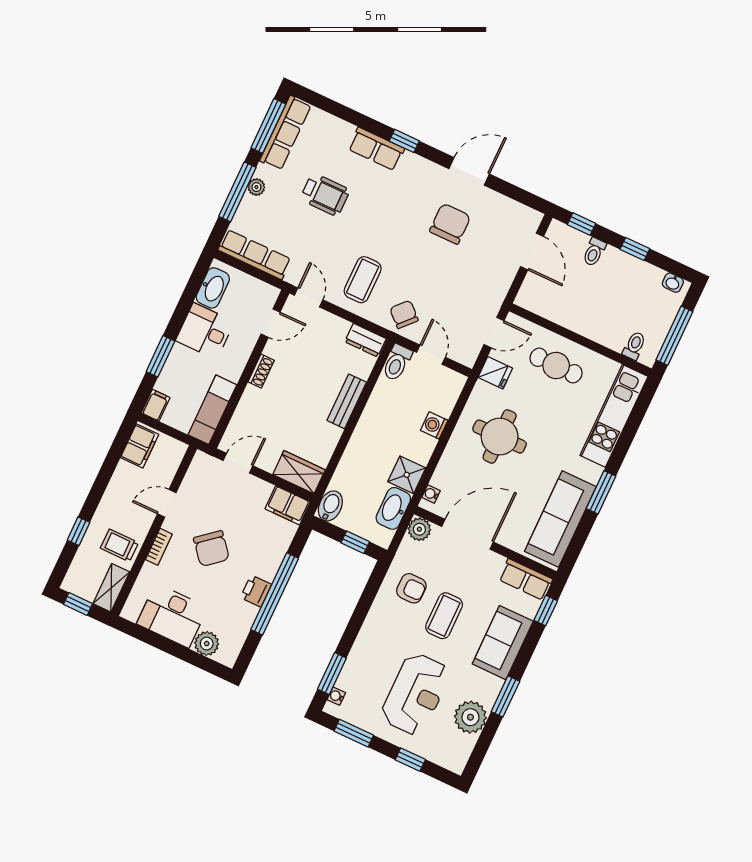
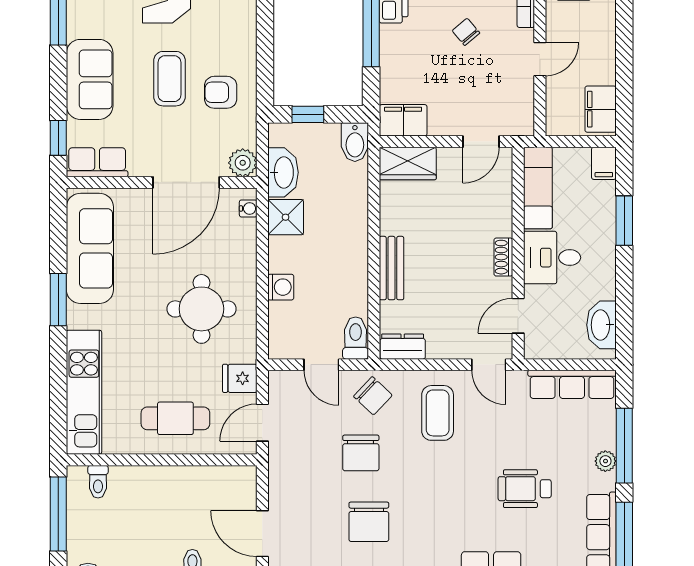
chair: (432, 277) -> (361, 453), added
desk: (205, 331) -> (552, 258), moved, turned 180
chair: (211, 549) -> (466, 32), width x0.54, depth x0.54

